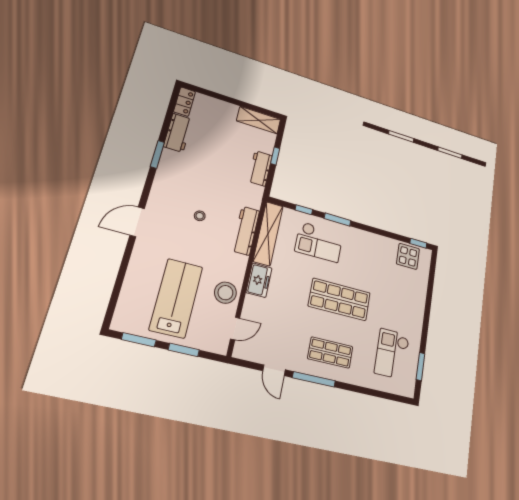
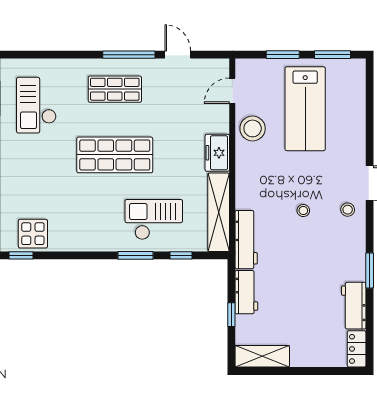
stool: (162, 206) -> (348, 210), added
workbench: (246, 231) -> (246, 240), moved
checkout: (392, 354) -> (36, 105), turned 180

